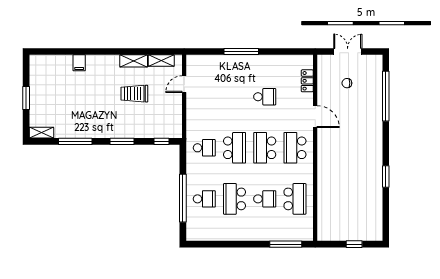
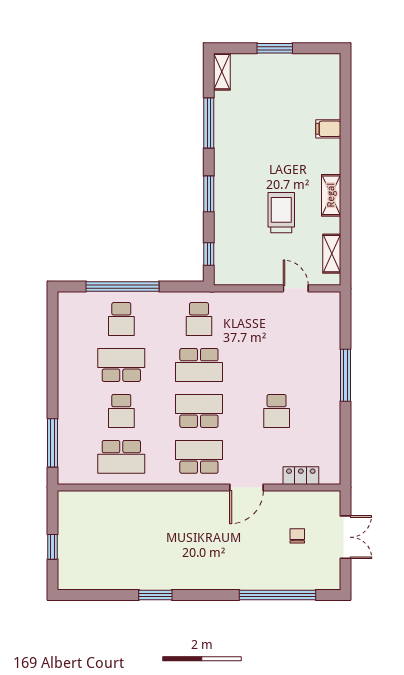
shelving: (134, 61) -> (331, 195), moved

